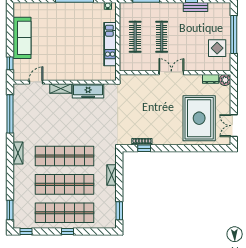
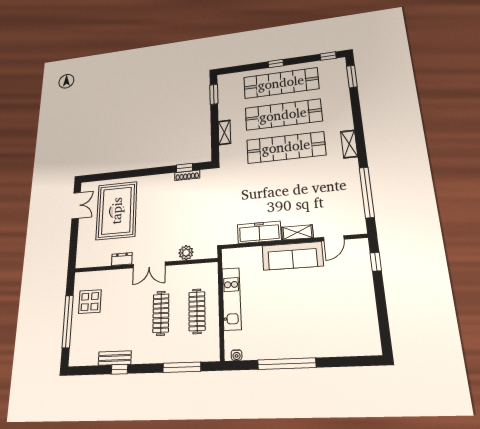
sofa: (22, 38) -> (292, 256), moved, turned -90
dresser: (211, 79) -> (122, 259), moved
plant: (225, 80) -> (186, 253), moved

